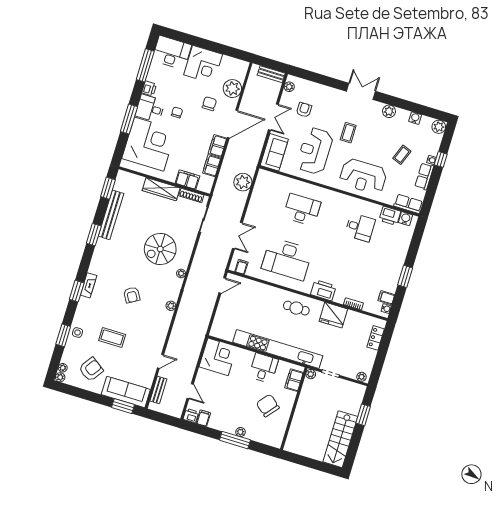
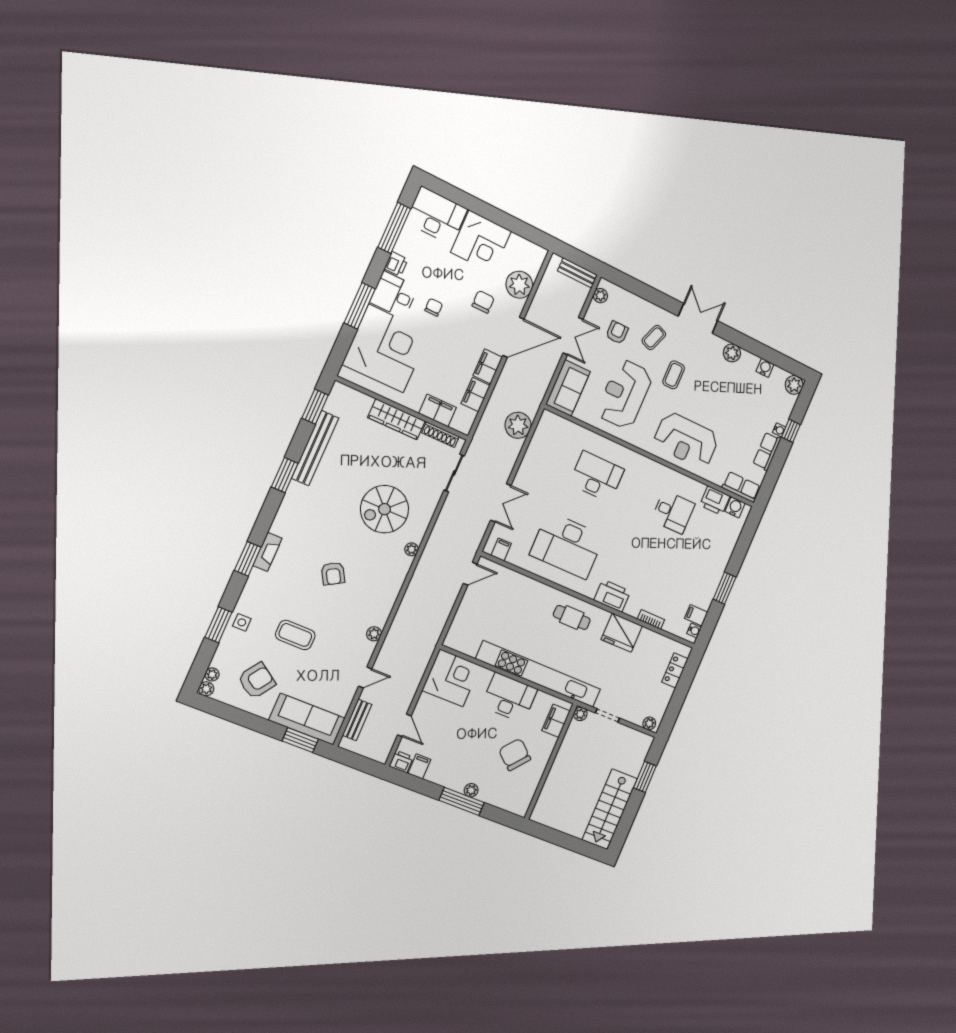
coffee table: (402, 155) -> (654, 337), moved
plant: (171, 306) -> (374, 634), moved
desk: (264, 368) -> (509, 698), width x1.37

